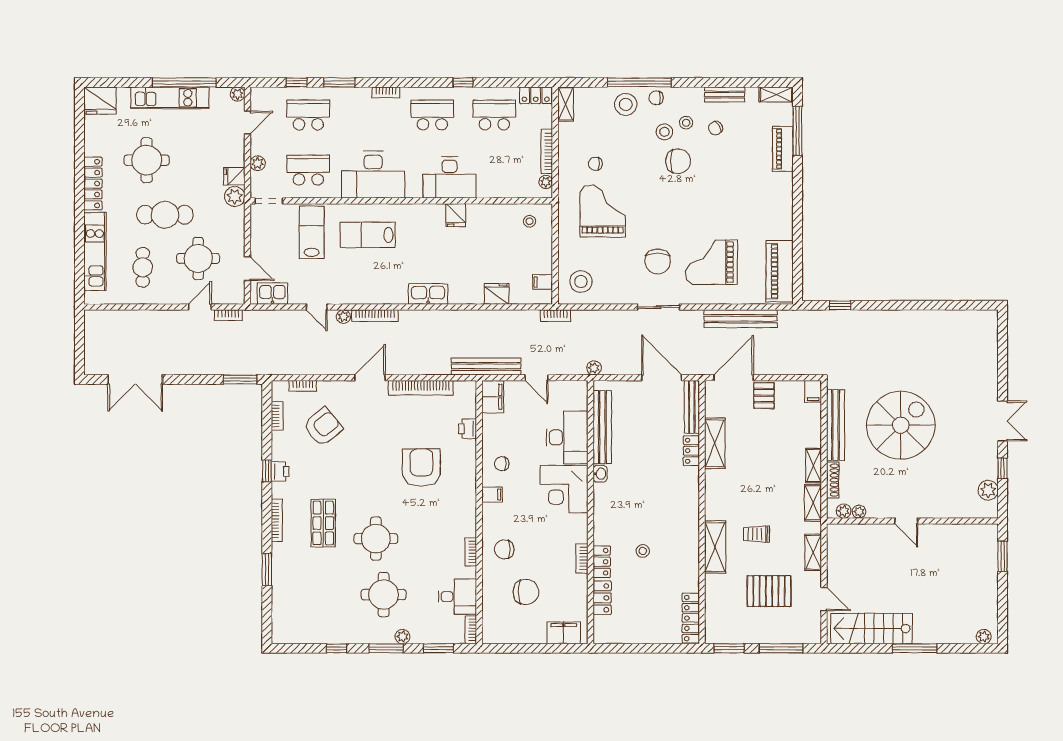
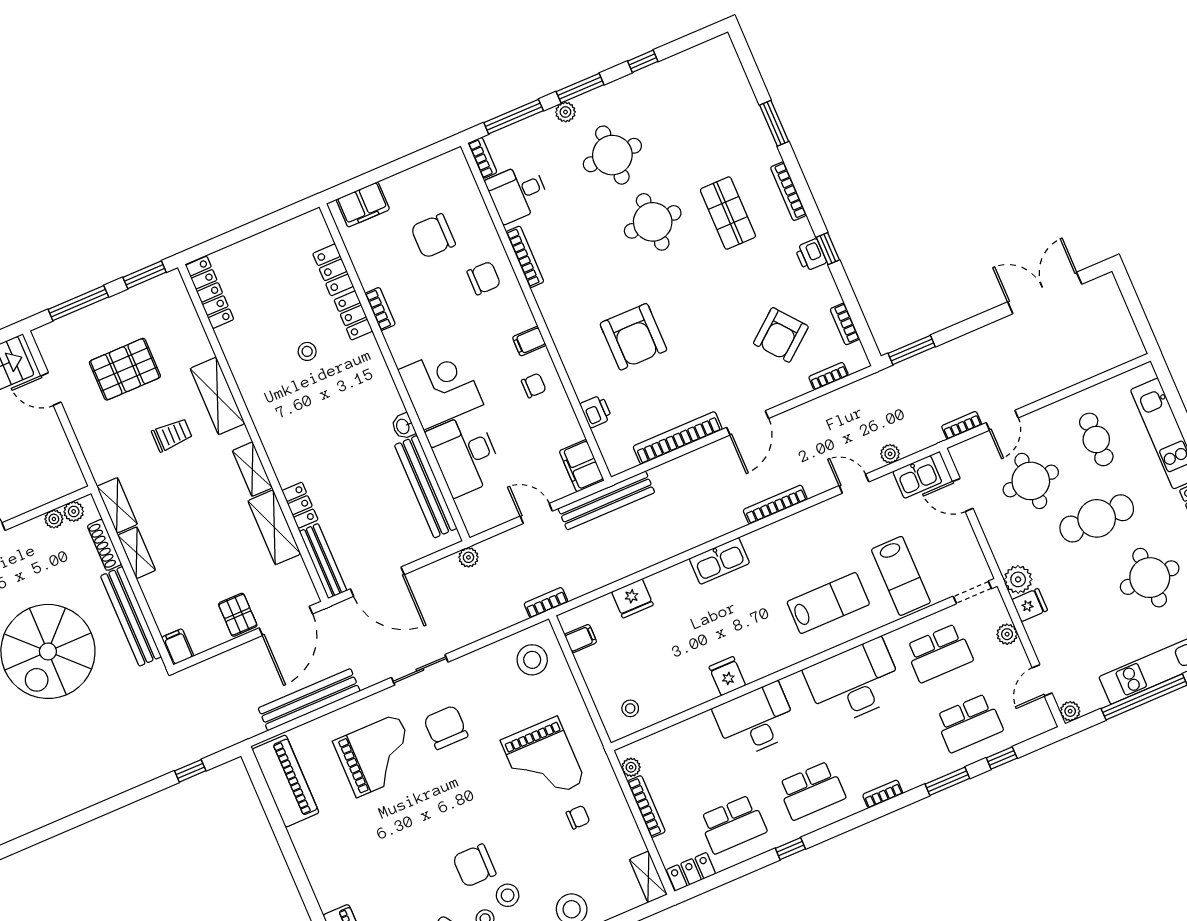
plant: (343, 317) -> (890, 454), moved
bookcase: (471, 552) -> (525, 257), width x1.56
shelving: (813, 552) -> (252, 469), moved
window: (438, 648) -> (514, 117), width x1.44

